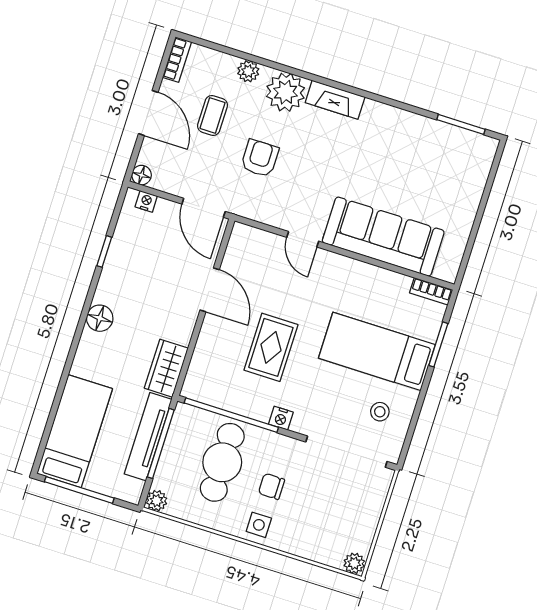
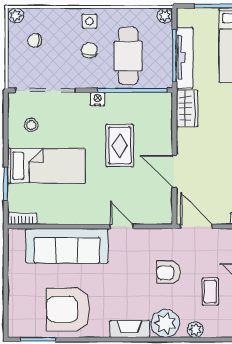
armchair: (408, 152) -> (68, 309), added
armchair: (260, 158) -> (169, 273), turned 90
chair: (271, 486) -> (89, 50), turned -90
chair: (340, 522) -> (35, 40), added

